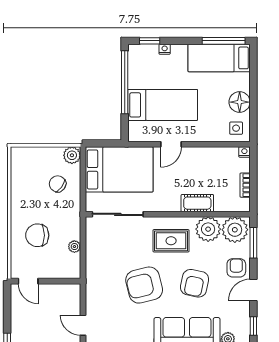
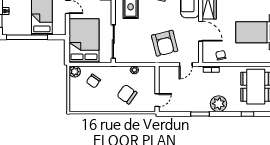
chair: (37, 235) -> (127, 94), turned 125
armchair: (144, 285) -> (165, 43), moved

